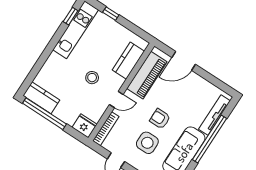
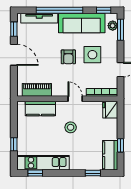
door: (184, 61) -> (14, 55), moved
window: (35, 71) -> (93, 173), added
piano: (147, 75) -> (37, 90), width x0.73, depth x0.75
window: (220, 84) -> (14, 29), added
window: (44, 114) -> (121, 145), width x0.32

